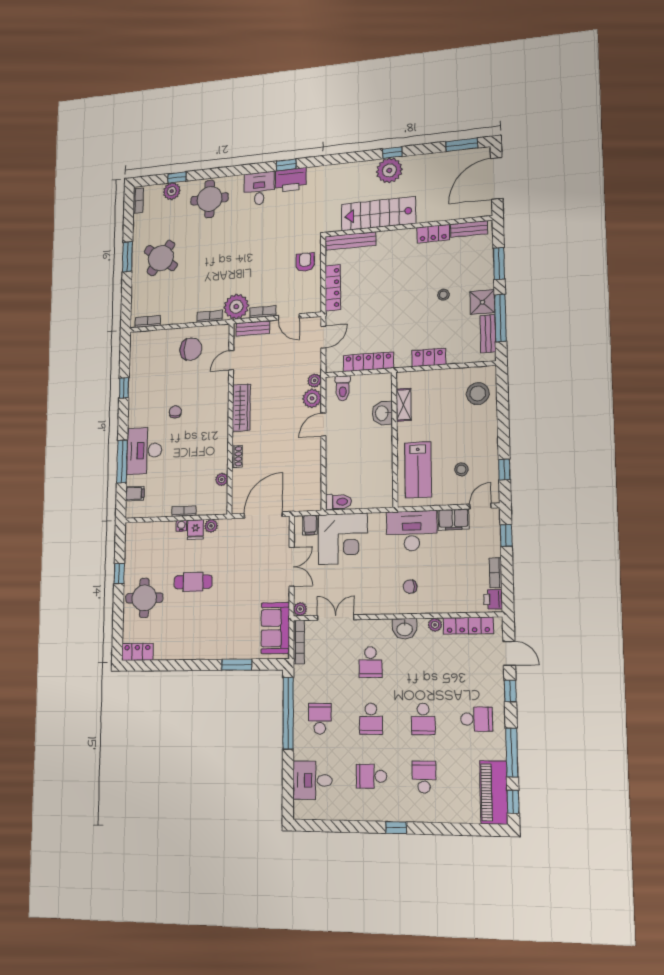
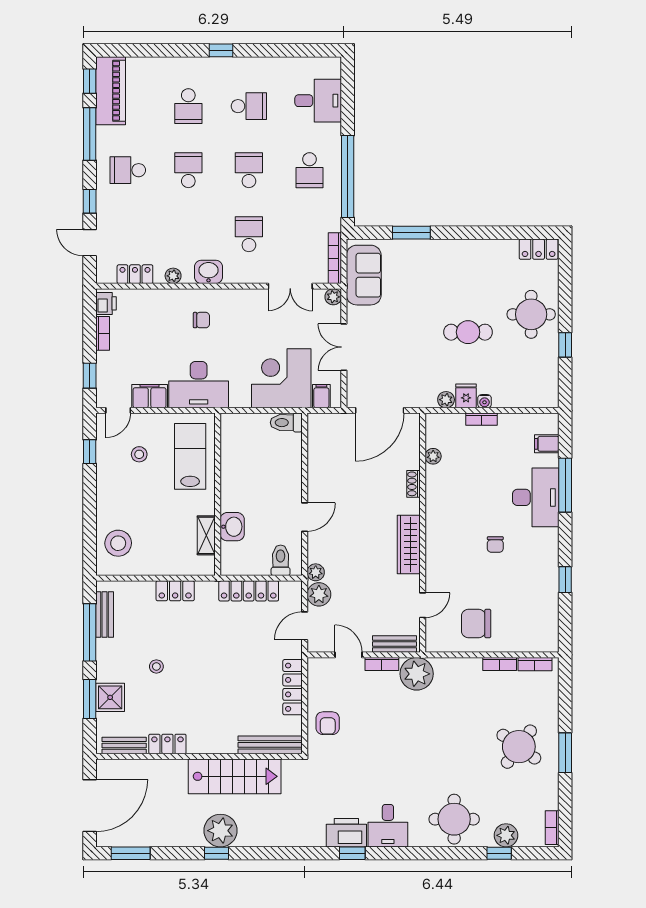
shower: (482, 302) -> (110, 697), moved
bookcase: (210, 316) -> (500, 664), moved
plant: (312, 398) -> (319, 594), moved
locker: (468, 626) -> (135, 274), width x0.66

